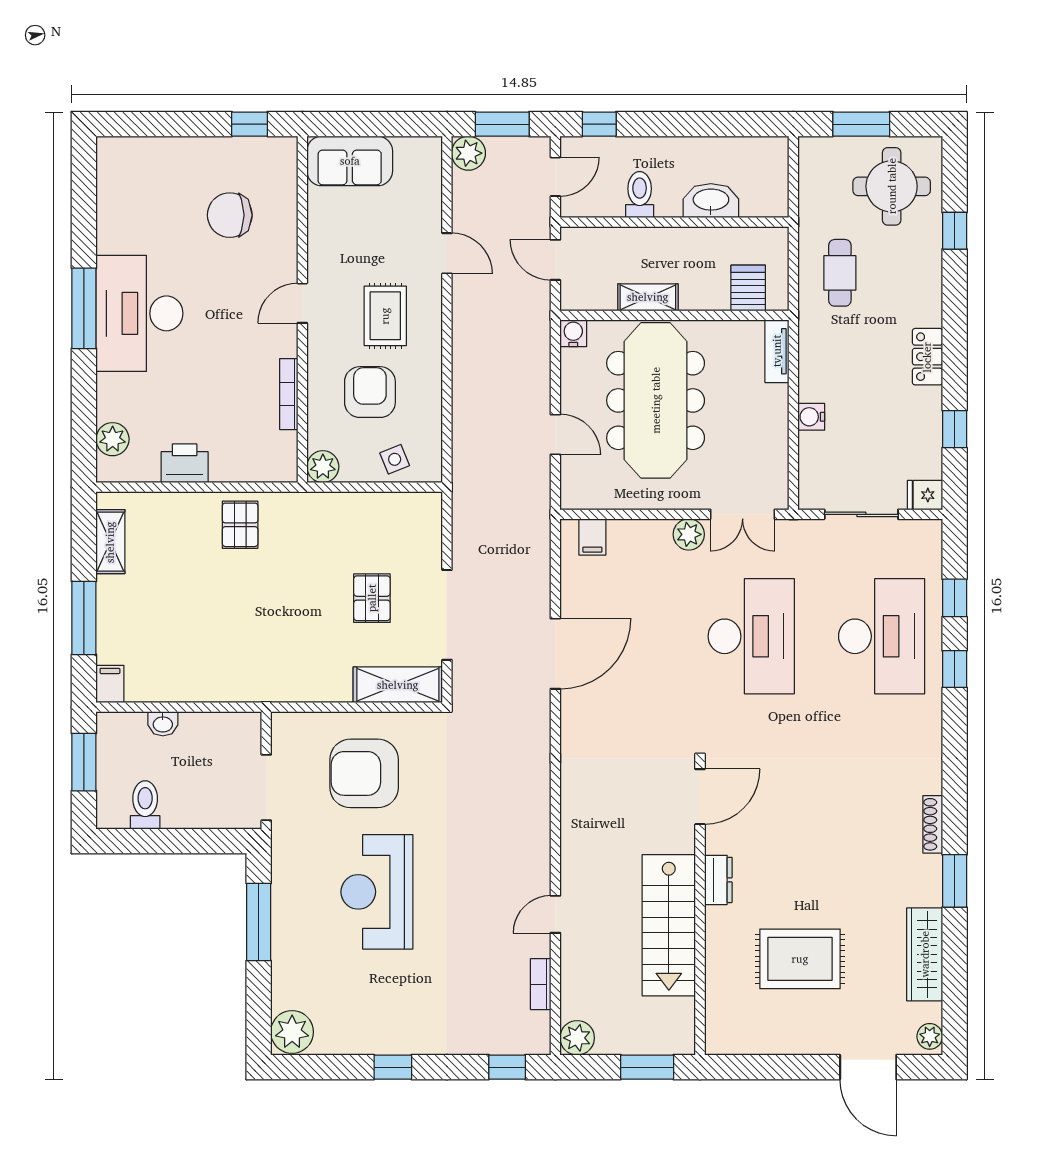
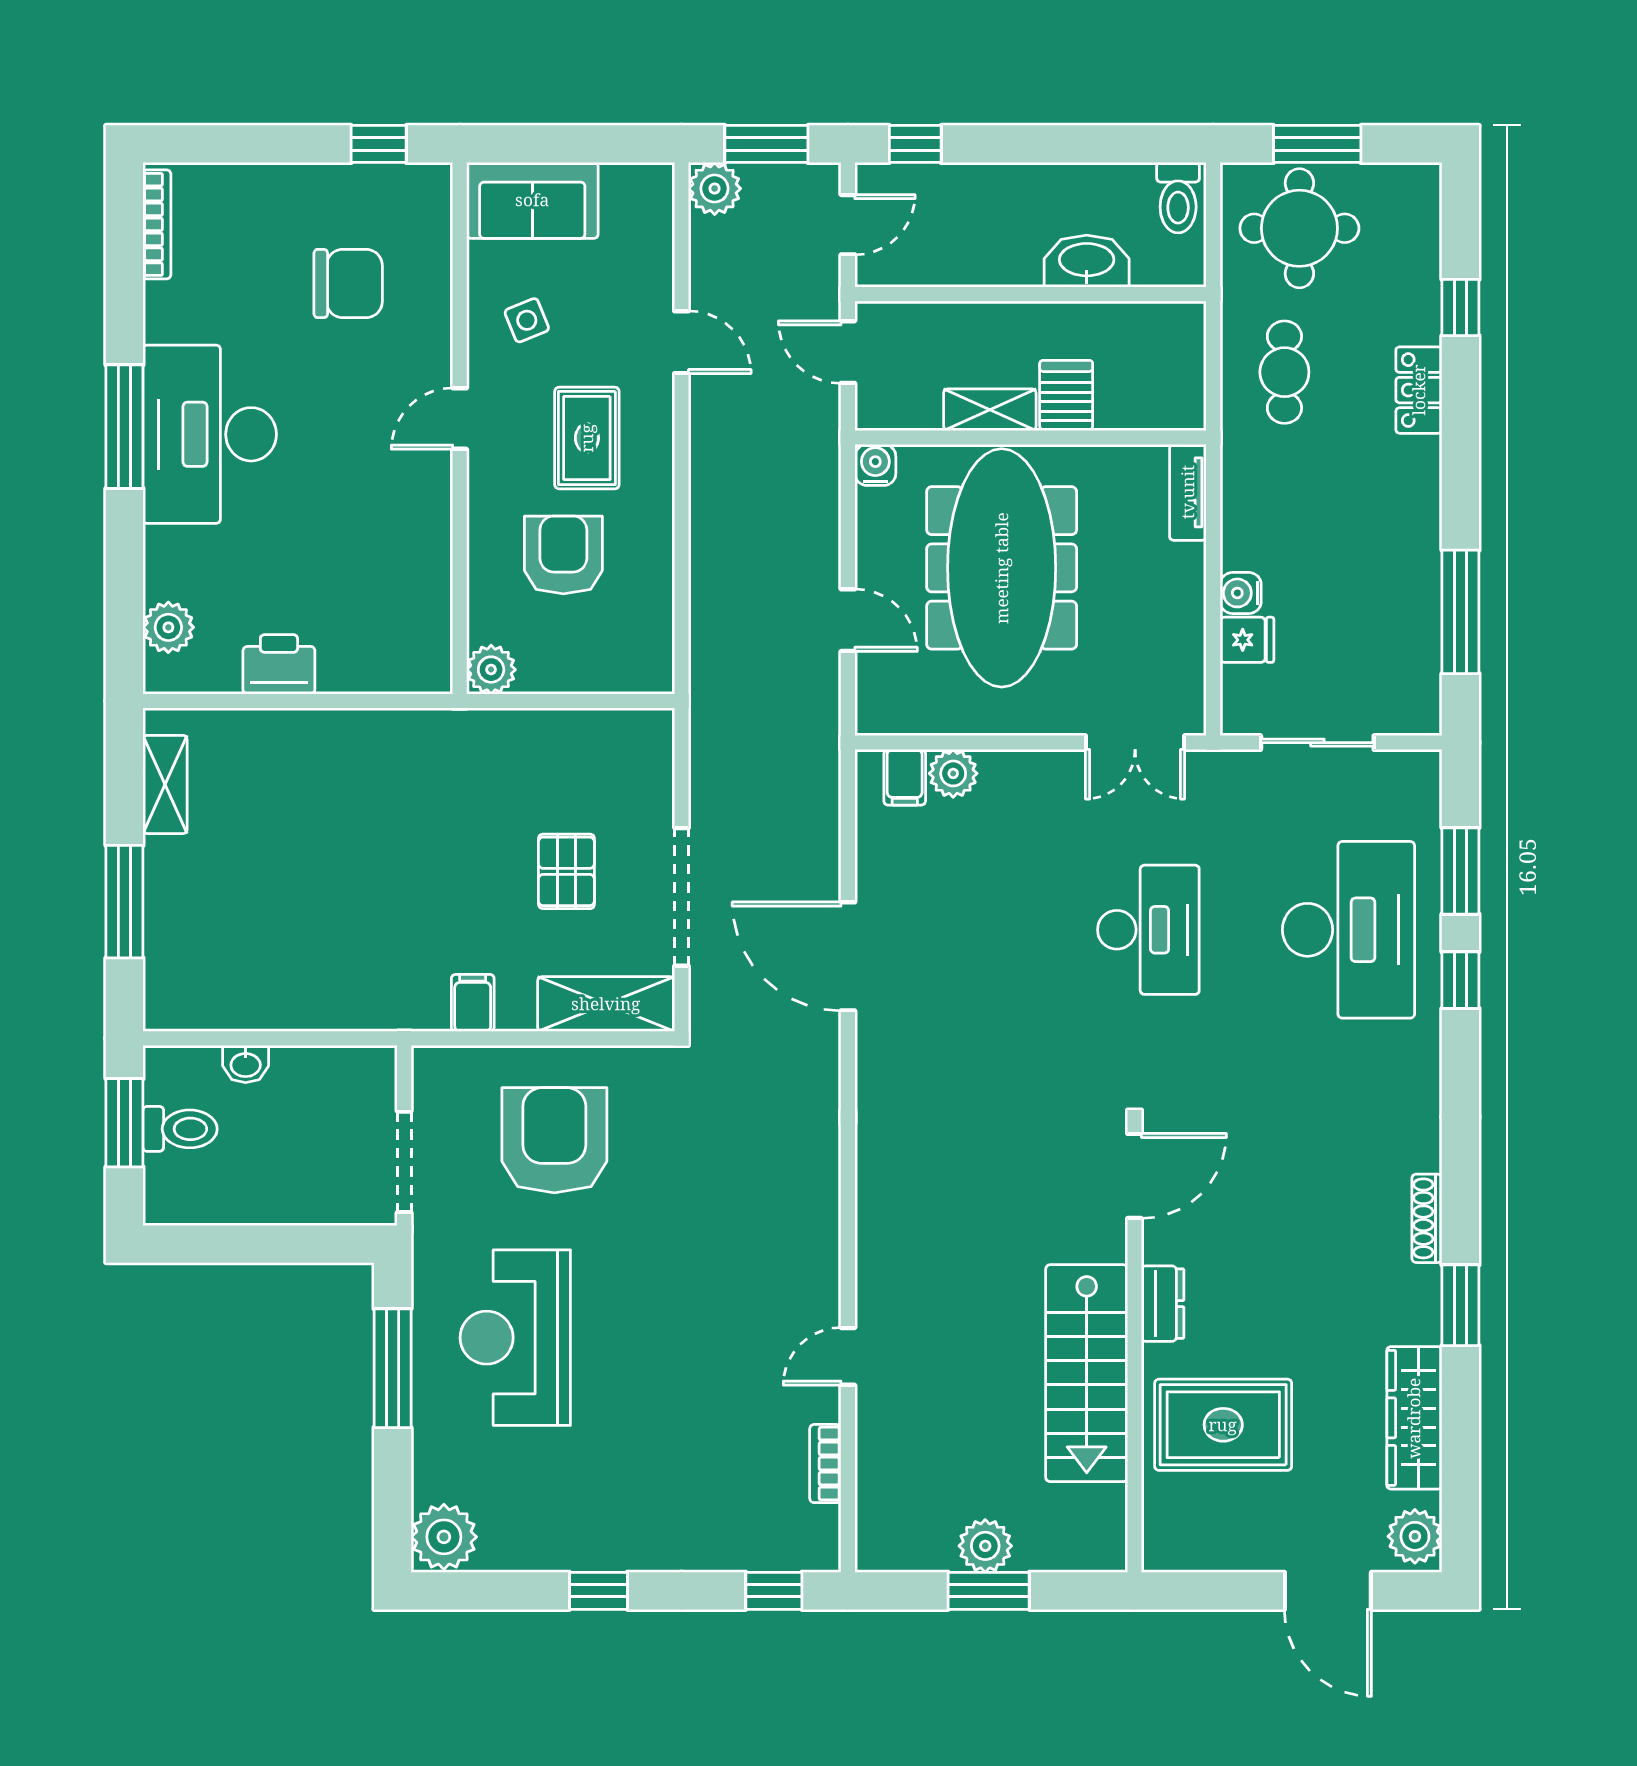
round table: (892, 186) -> (1299, 228), moved
toilet: (640, 195) -> (1178, 198), moved, turned 180
chair: (230, 215) -> (348, 284), turned 180
server rack: (748, 288) -> (1066, 395), moved
locker: (927, 357) -> (1419, 390), moved
bookcase: (289, 394) -> (157, 224), moved, turned 180
window: (955, 429) -> (1460, 612), width x2.17
side table: (395, 459) -> (527, 320), moved
fridge: (925, 495) -> (1247, 640), moved, turned 180
pallet: (240, 525) -> (364, 759), removed
plant: (689, 534) -> (953, 773), moved
window: (955, 598) -> (1460, 871), width x1.50
desk: (751, 636) -> (1148, 930), width x0.73, depth x0.77
door: (555, 654) -> (848, 956), swing flipped
filing cabinet: (110, 684) -> (473, 1003), moved
armchair: (364, 773) -> (554, 1140), turned 90
door: (700, 797) -> (1135, 1176), moved
toilet: (145, 805) -> (180, 1129), moved, turned 90
dresser: (718, 880) -> (1163, 1304), moved
reception desk: (377, 892) -> (515, 1338), moved
wall: (700, 909) -> (1135, 1348), moved
stairs: (669, 925) -> (1087, 1373), moved
plant: (930, 1036) -> (1415, 1536), width x1.38, depth x1.38
plant: (577, 1038) -> (985, 1546), moved

